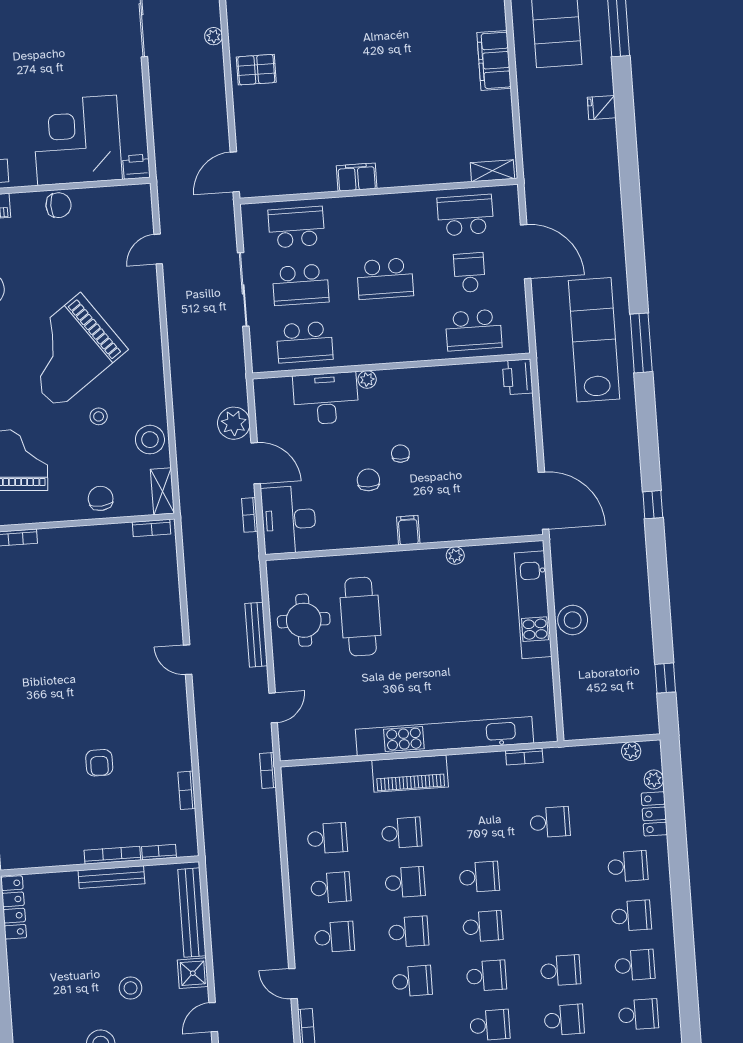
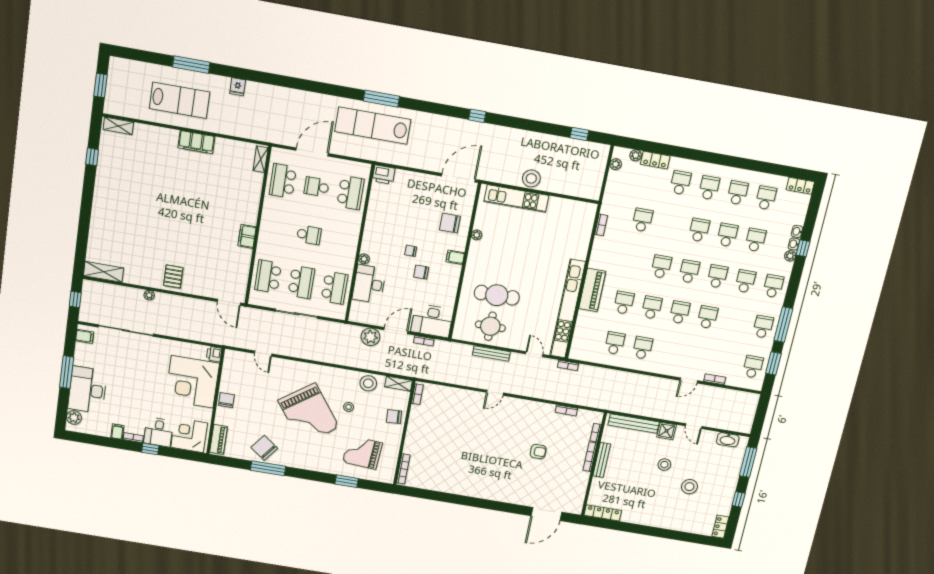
school desk: (385, 279) -> (309, 235), width x0.54
chair: (464, 506) -> (450, 223), added
kitchen unit: (444, 736) -> (568, 309), moved
school desk: (334, 937) -> (699, 230), moved

